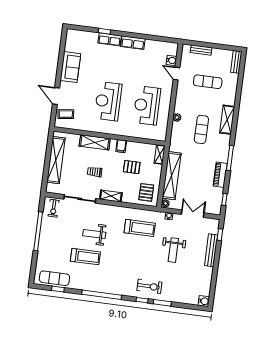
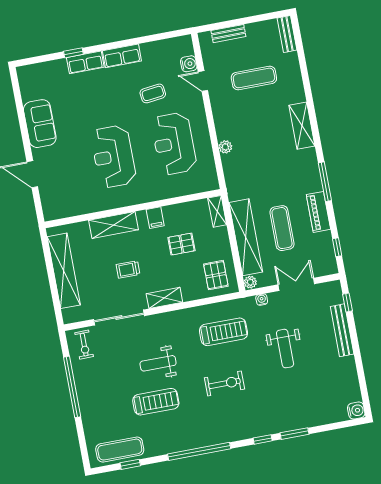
coffee table: (66, 114) -> (153, 93), moved
exercise mat: (201, 129) -> (282, 228), moved
exercise bike: (149, 286) -> (224, 383), moved

